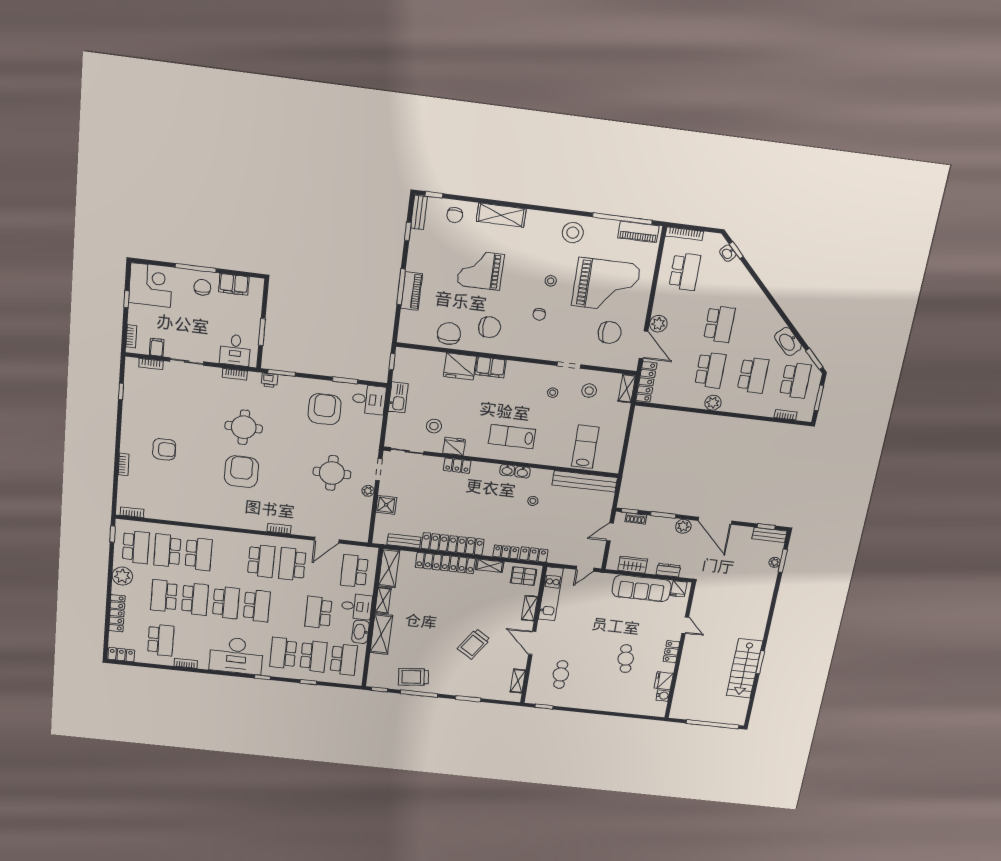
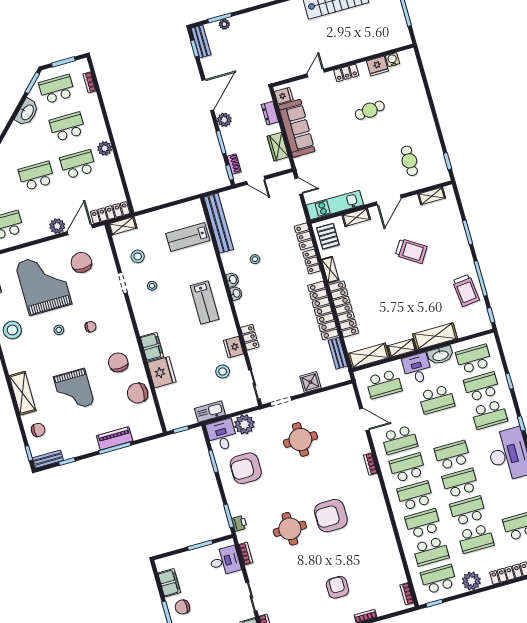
plant: (368, 491) -> (244, 424), moved, width x1.88, depth x1.88
school desk: (230, 557) -> (415, 496), added
cafe table: (561, 674) -> (409, 161), turned 90

